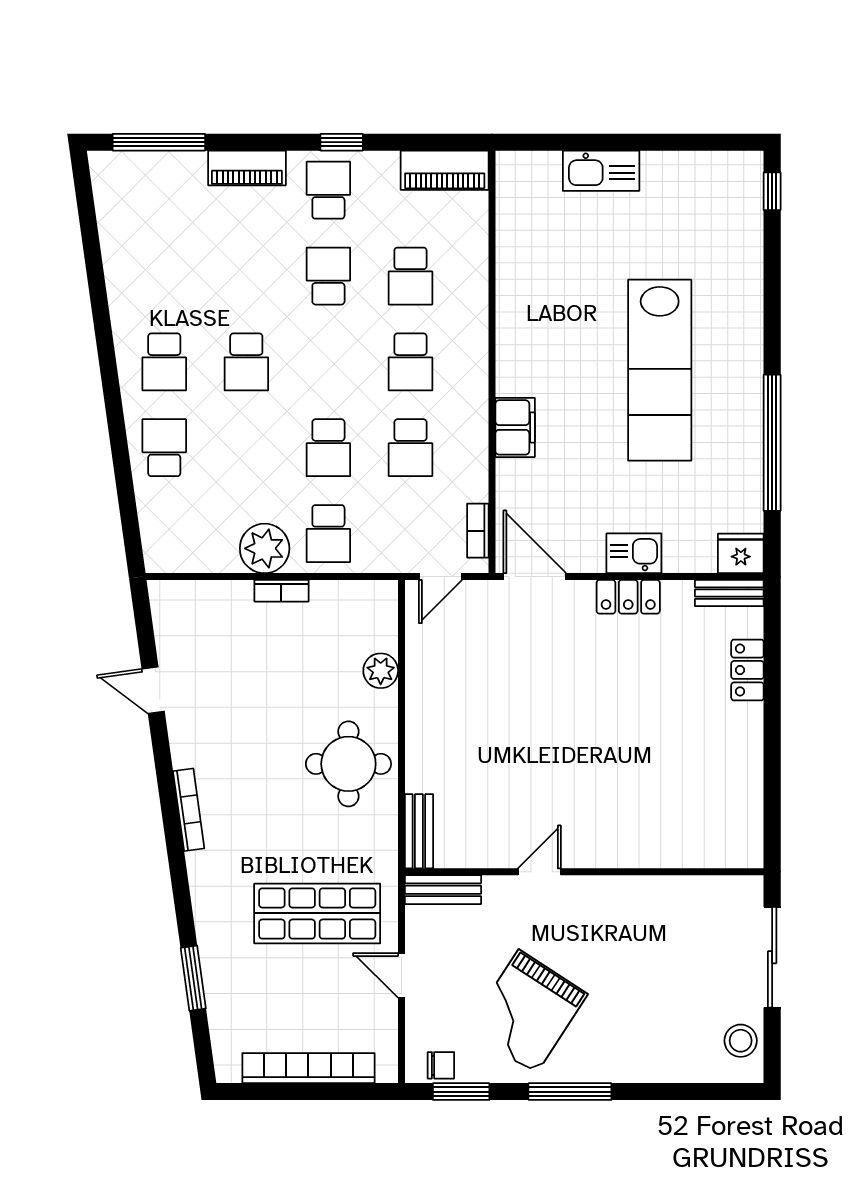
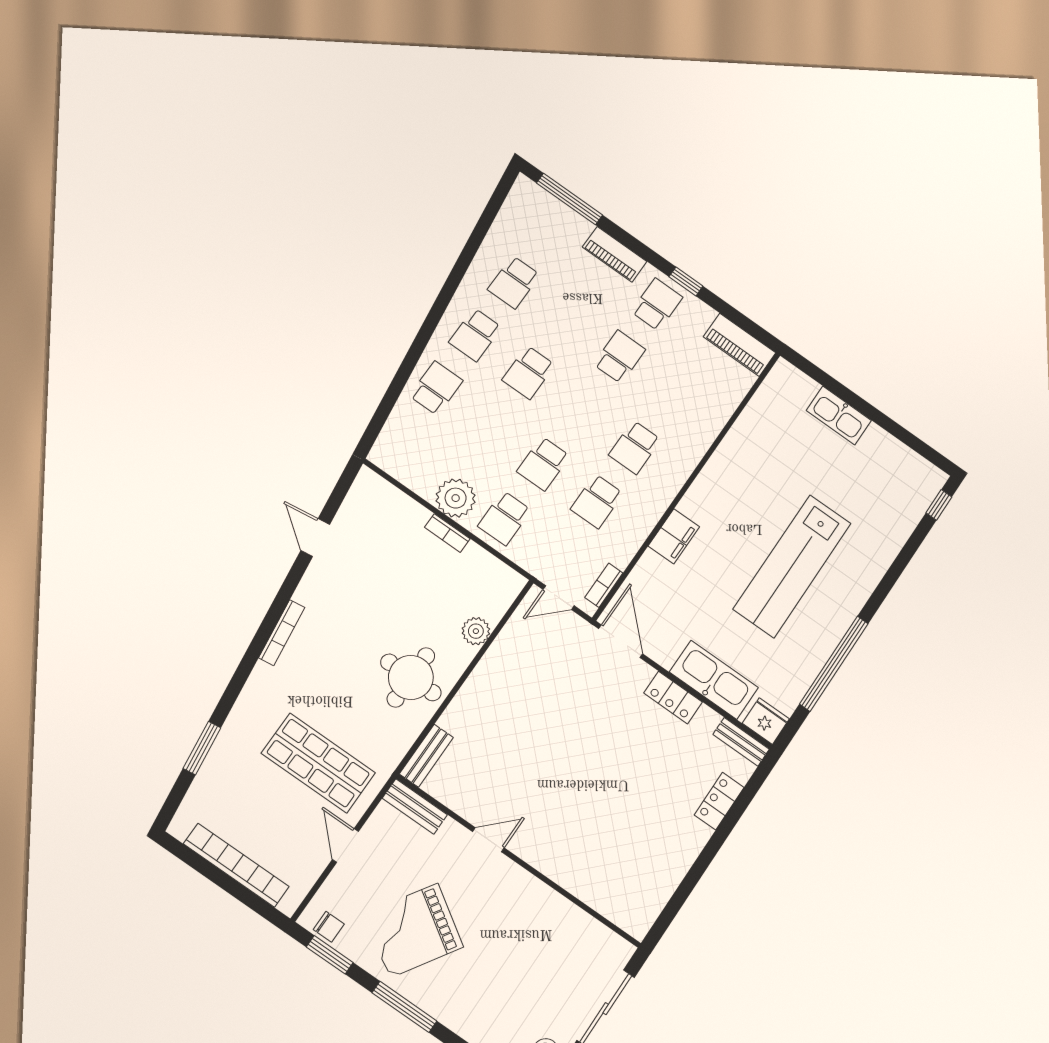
school desk: (410, 276) -> (514, 282), moved
kitchen sink: (634, 553) -> (714, 680), width x1.88, depth x1.24

